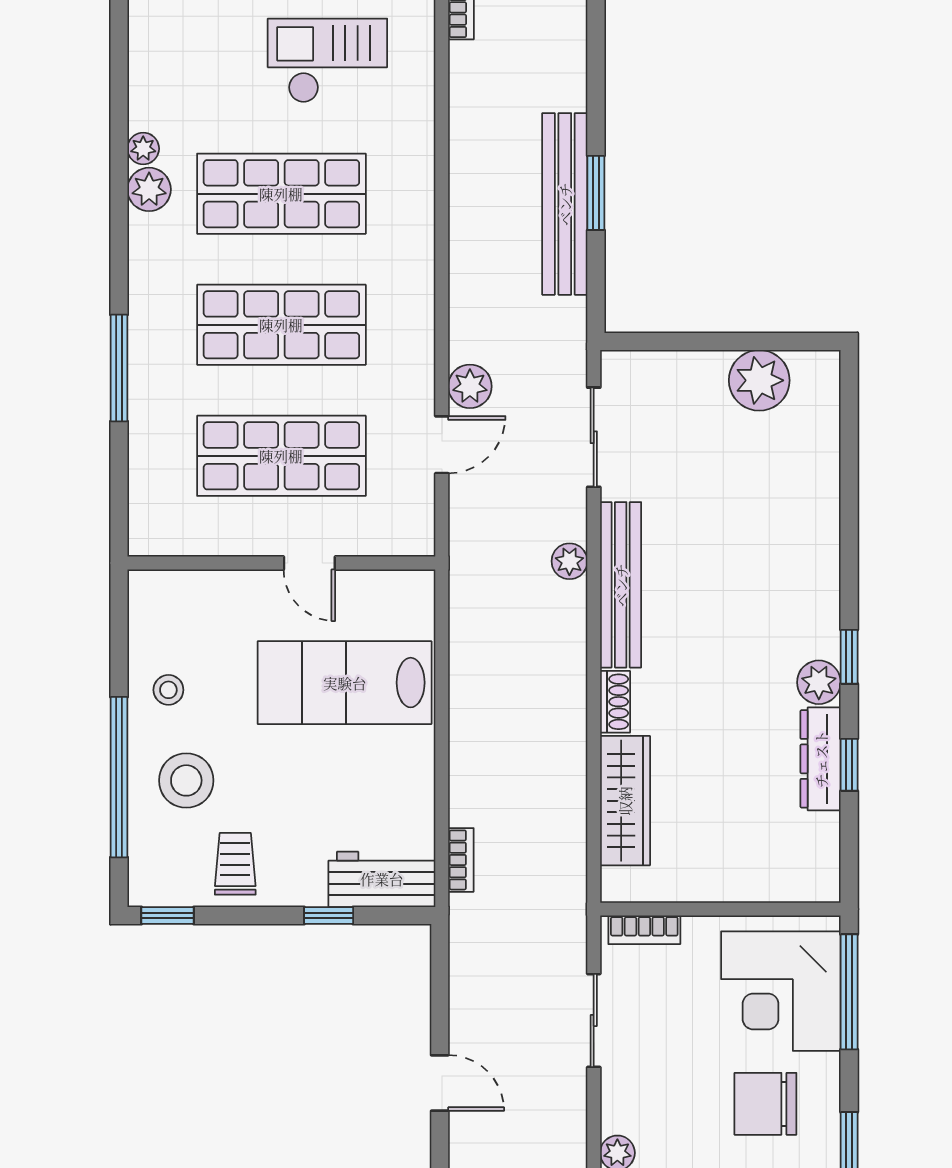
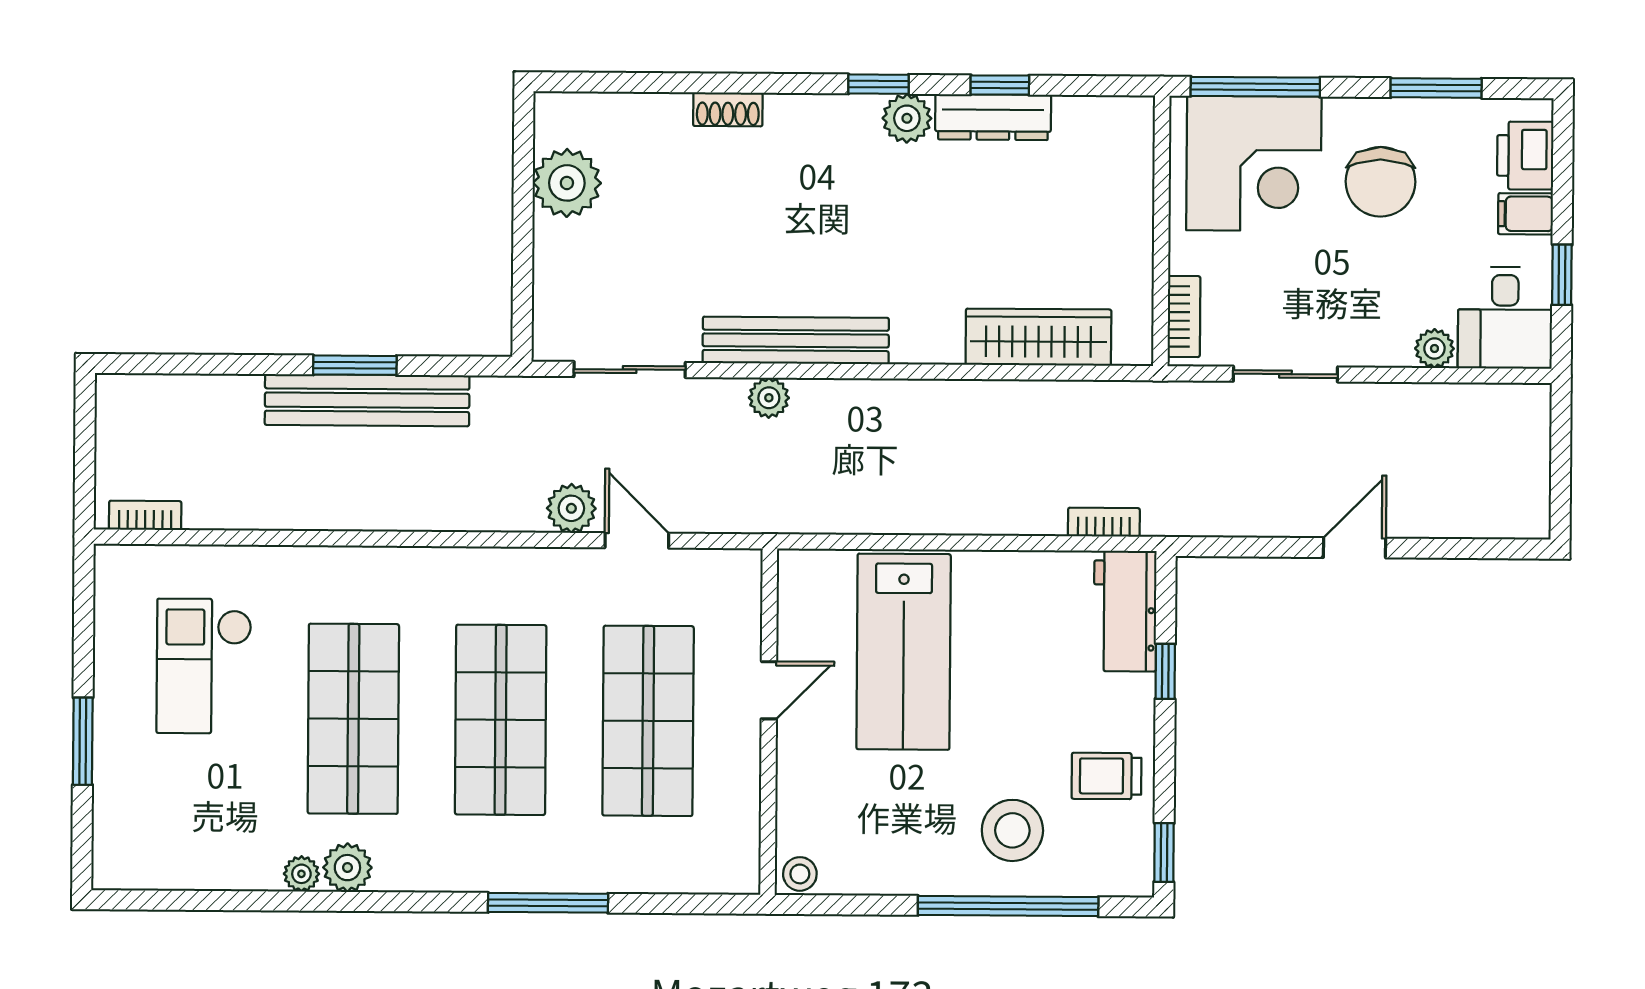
stool: (168, 690) -> (800, 874), moved
shoe rack: (615, 702) -> (728, 109), moved, turned 180

